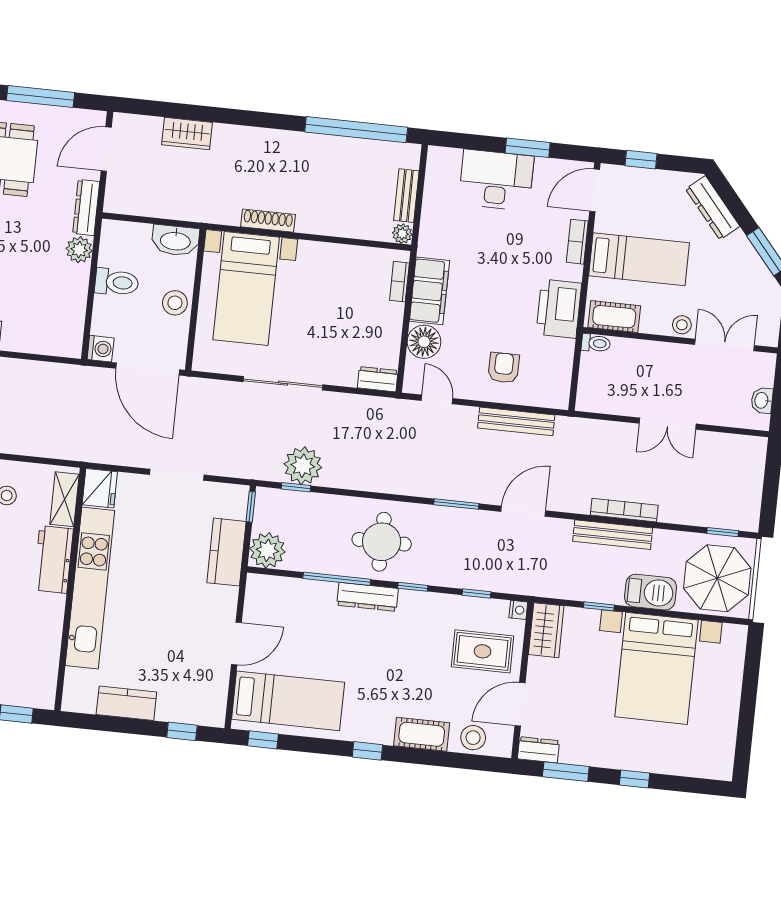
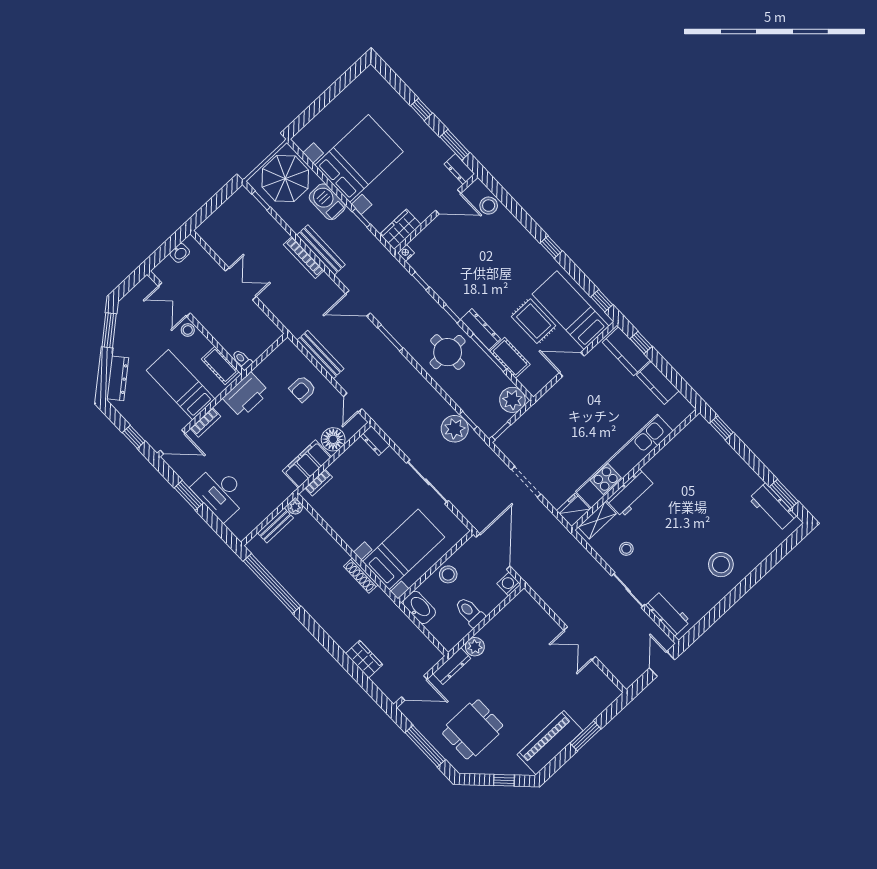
kitchen counter: (227, 552) -> (626, 351), moved, turned 90
rug: (483, 651) -> (534, 321), moved
cot: (422, 734) -> (510, 358), moved

